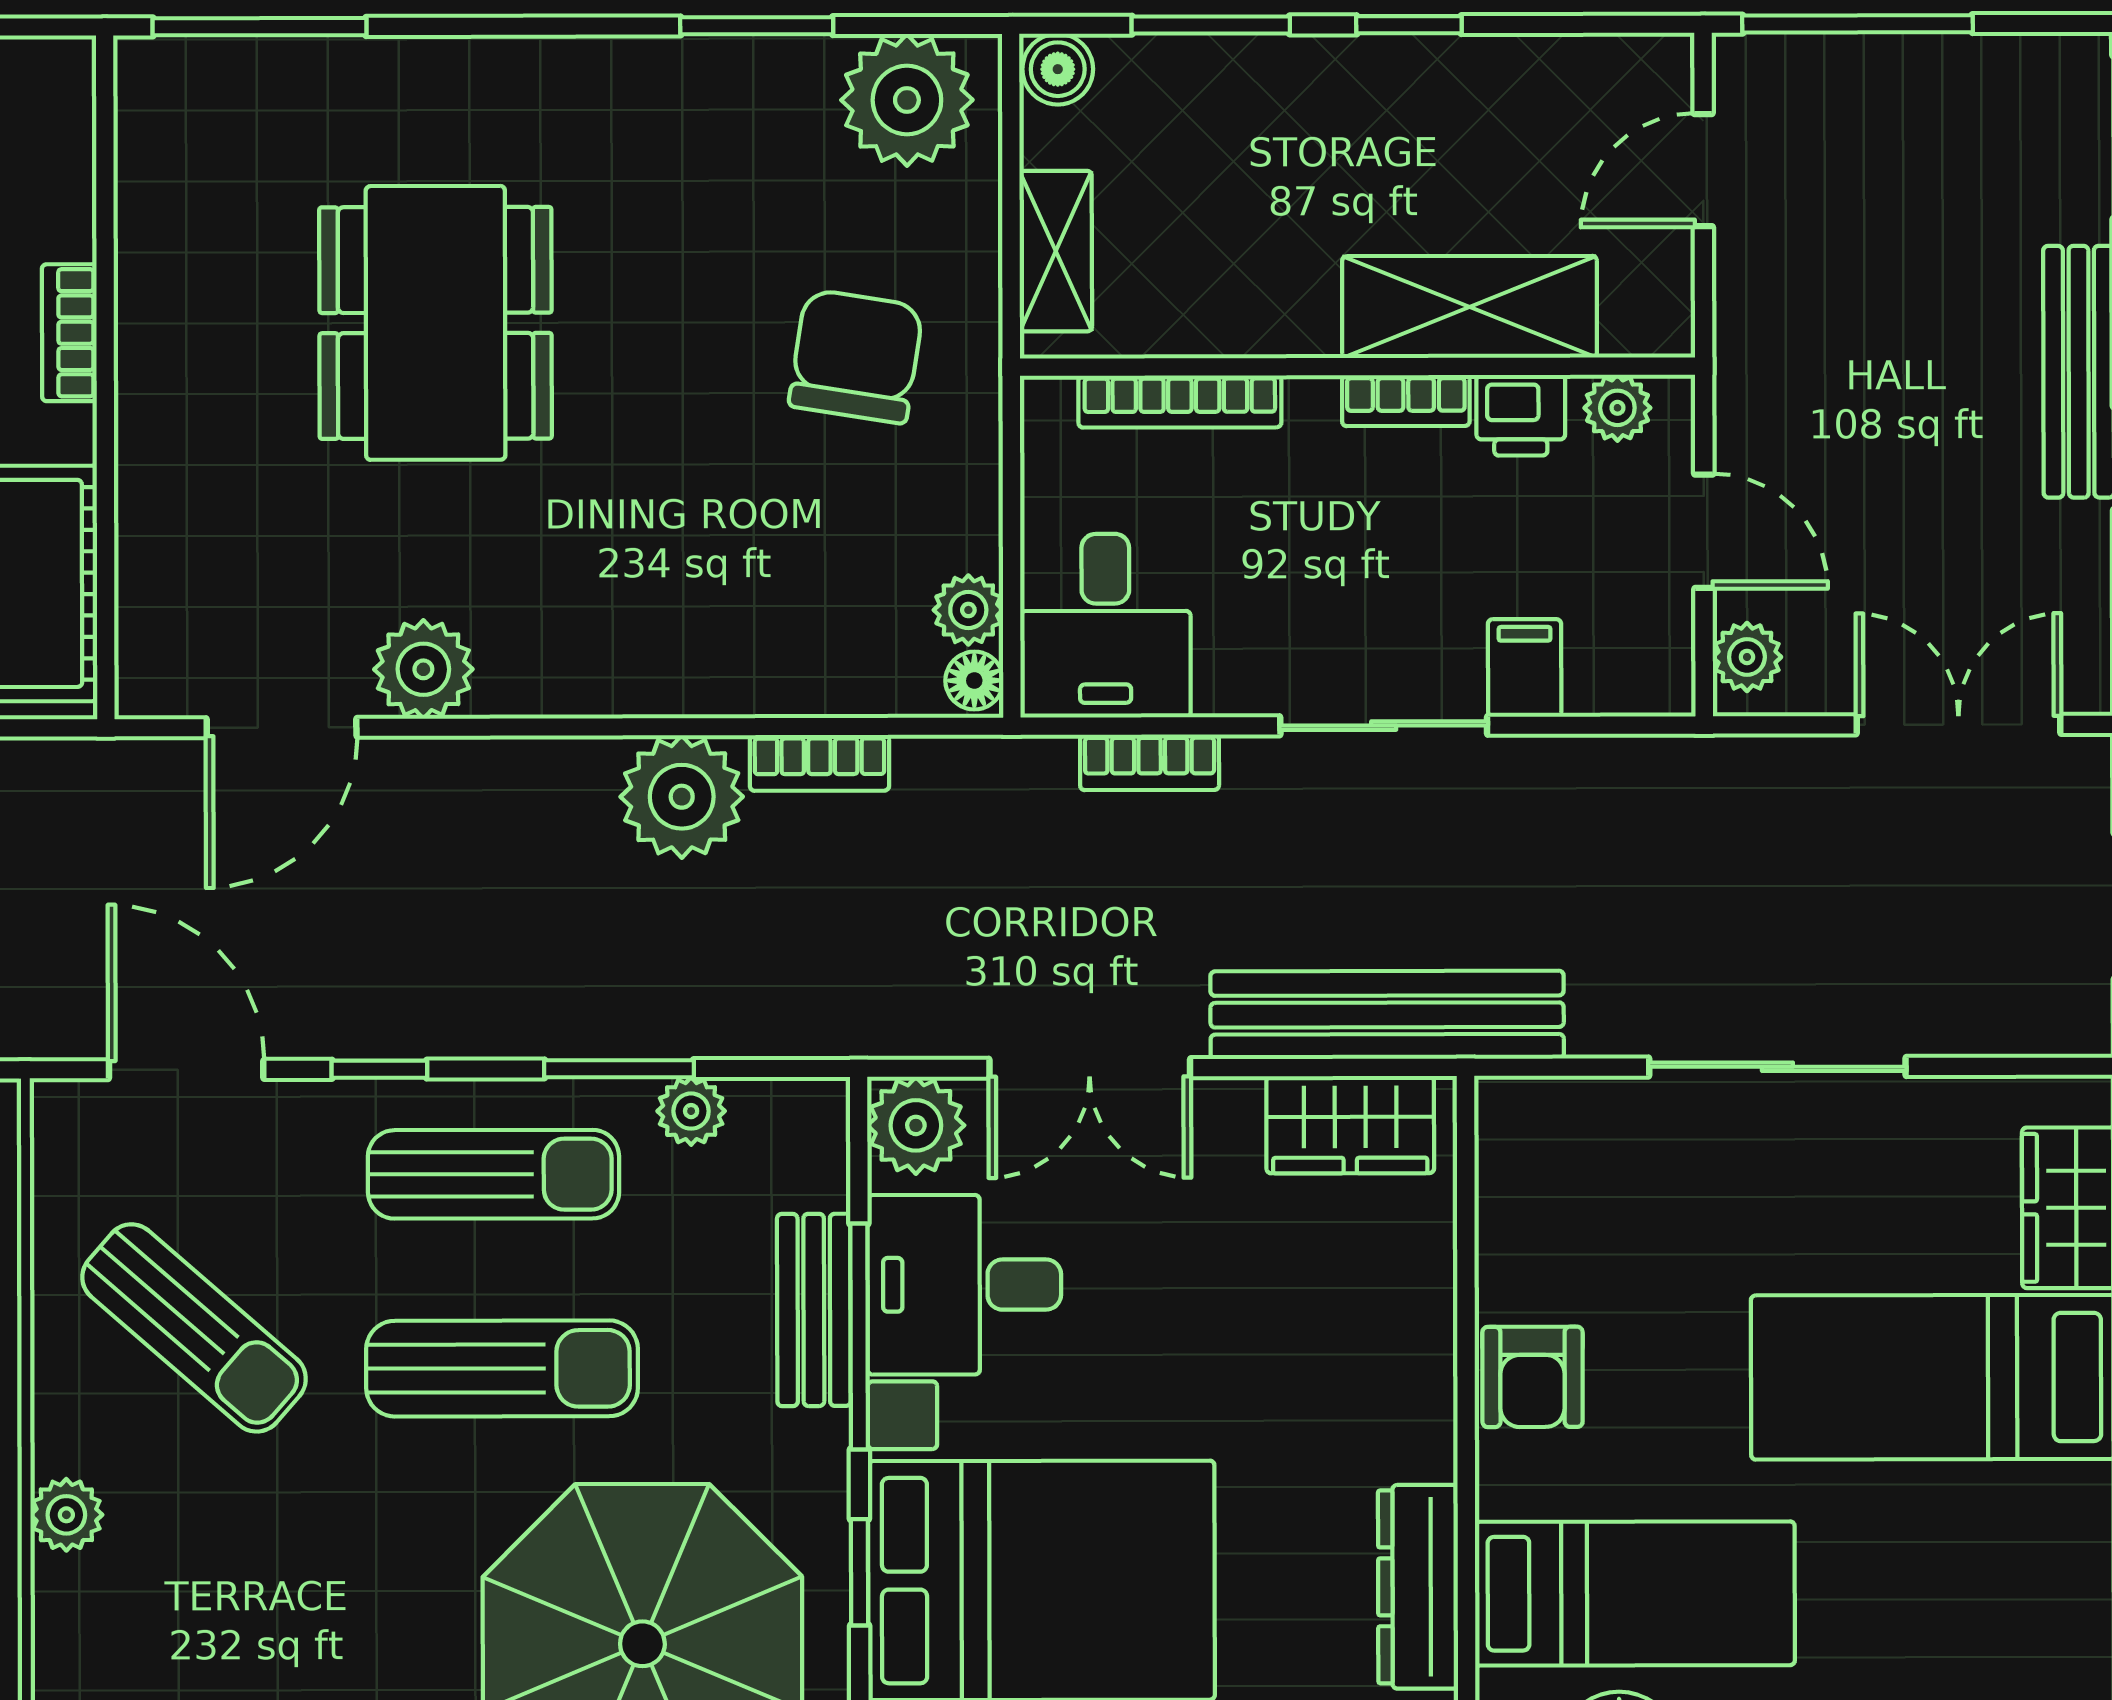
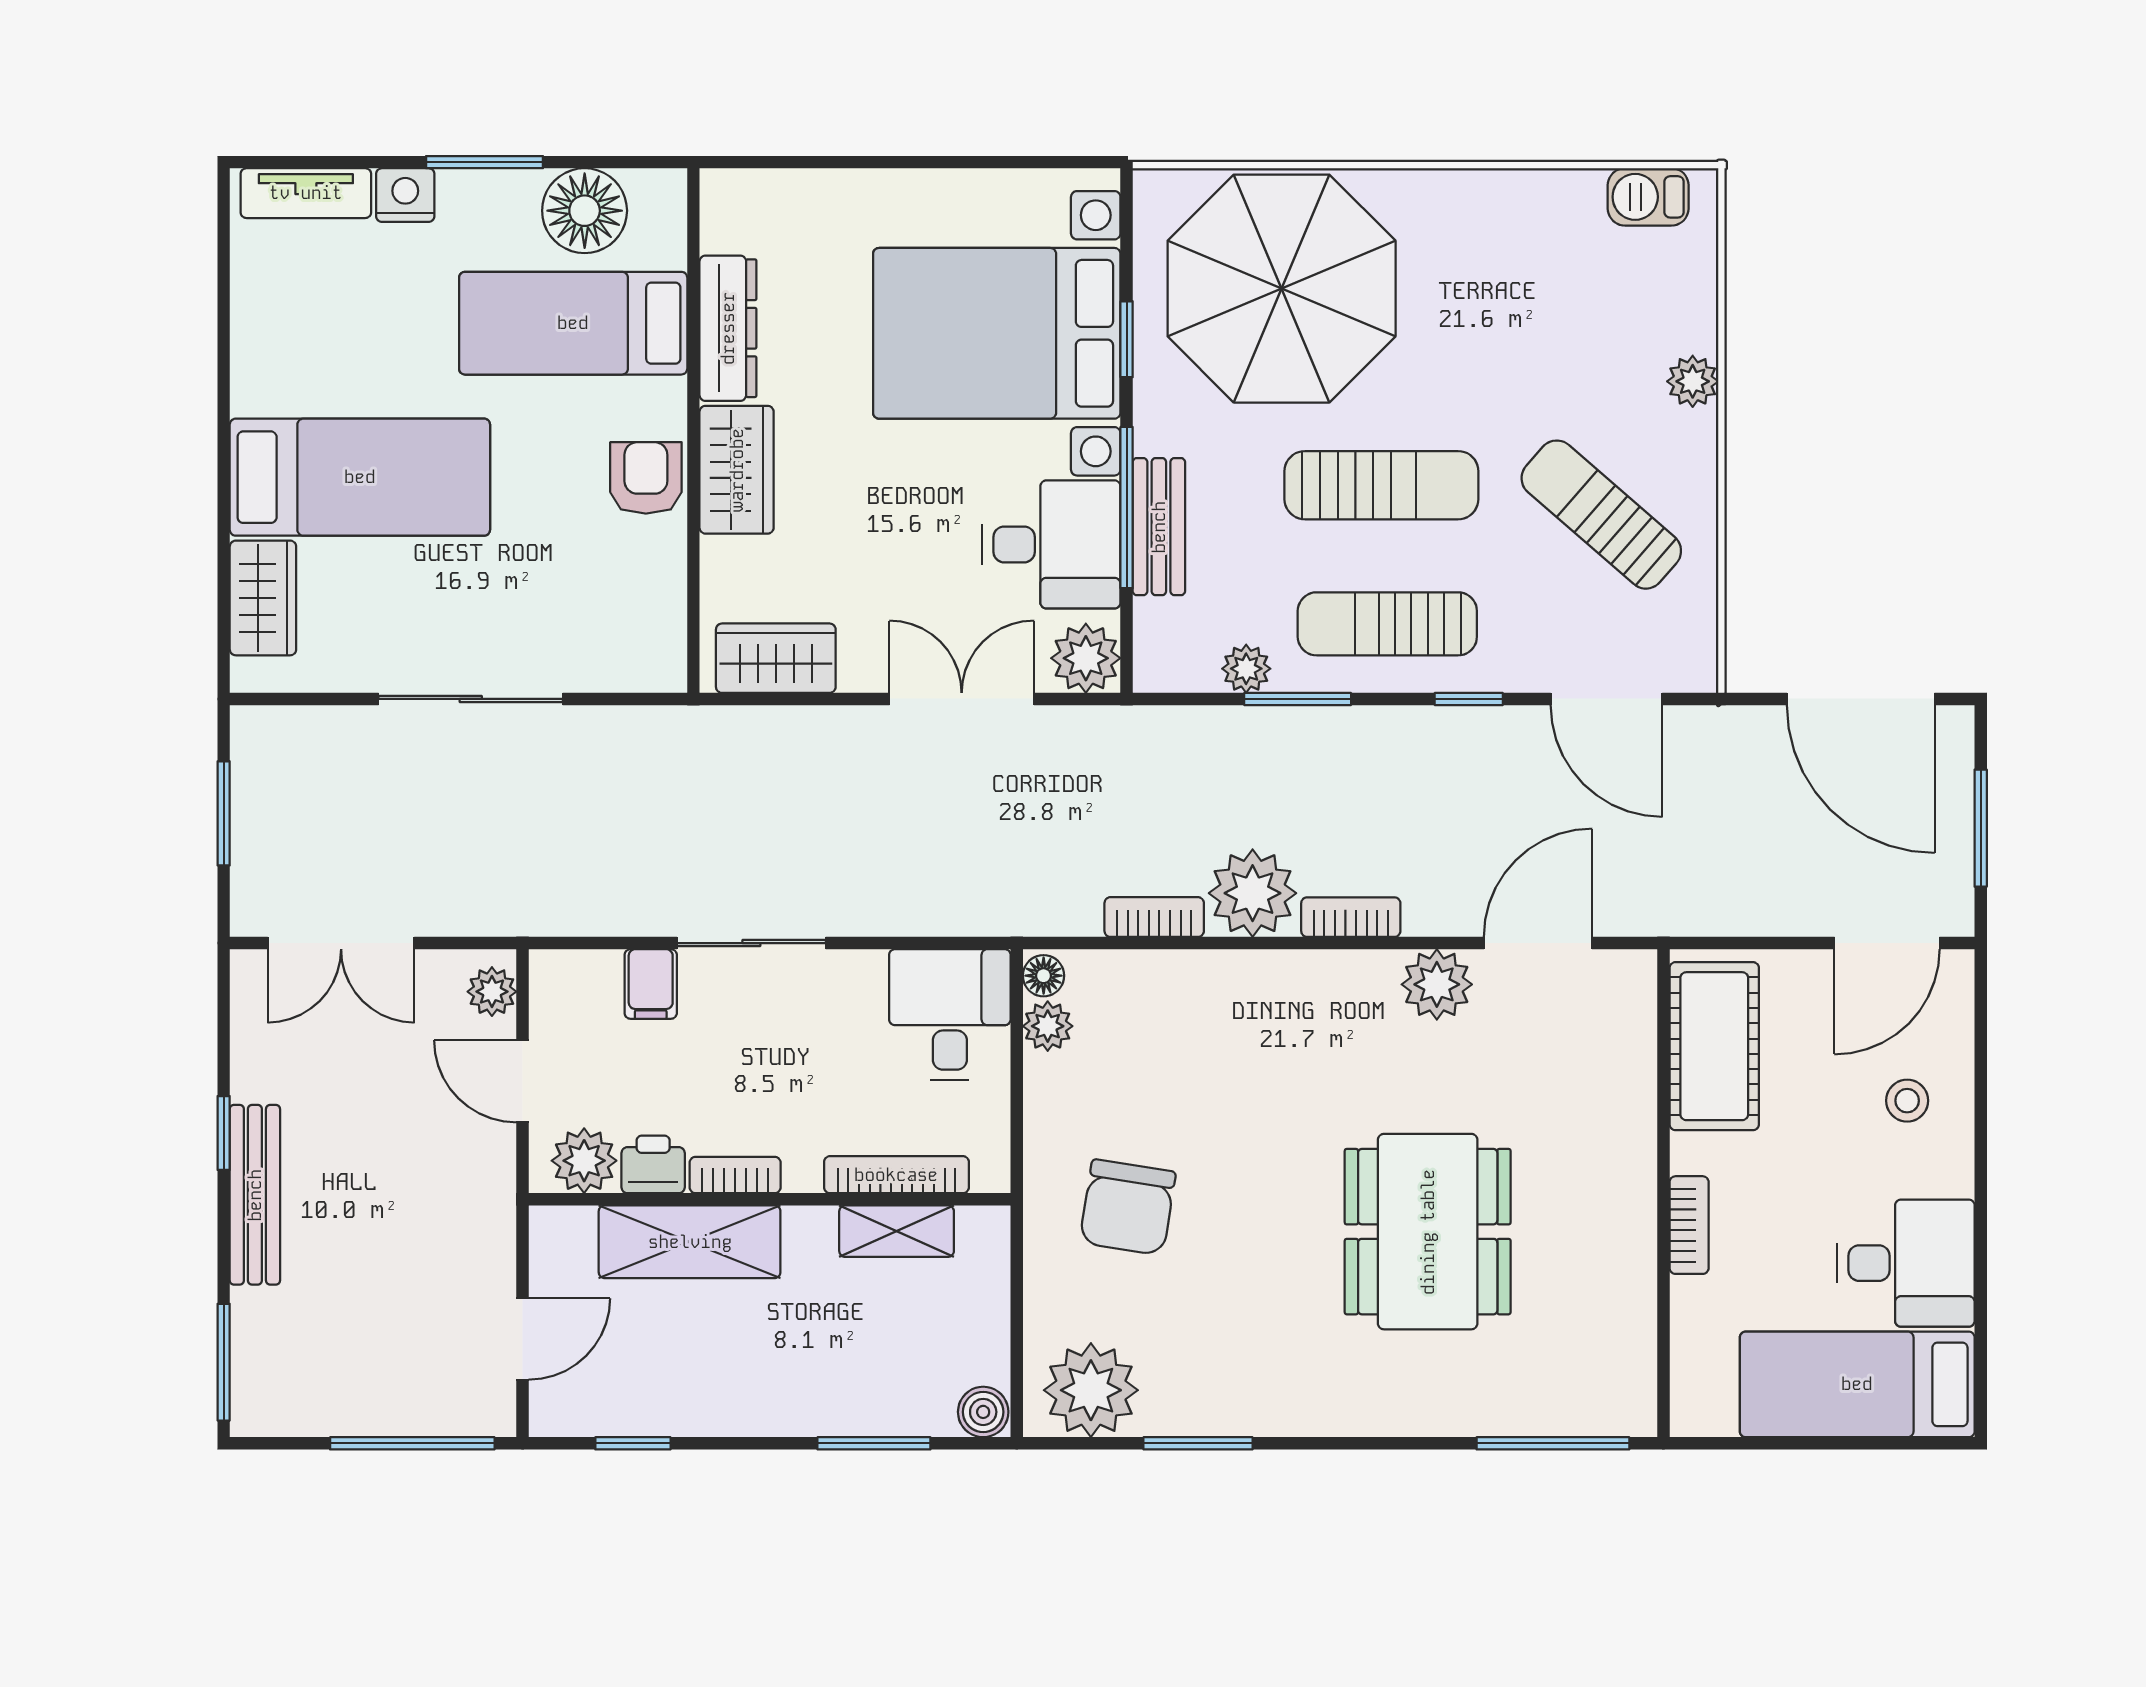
window: (1409, 25) -> (633, 1443), moved
shelving: (1056, 251) -> (897, 1231), moved, turned 90
plant: (1617, 408) -> (584, 1161), width x1.38, depth x1.38
bookcase: (1150, 762) -> (1351, 917), moved
bench: (1387, 1015) -> (749, 736), removed
sun lounger: (502, 1368) -> (1381, 485), turned 180
wardrobe: (1406, 1389) -> (737, 470), added

